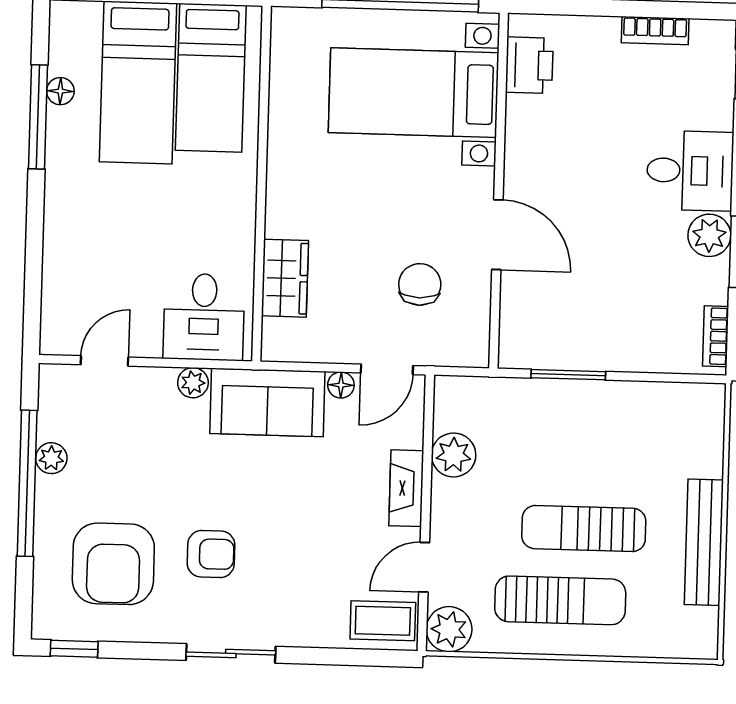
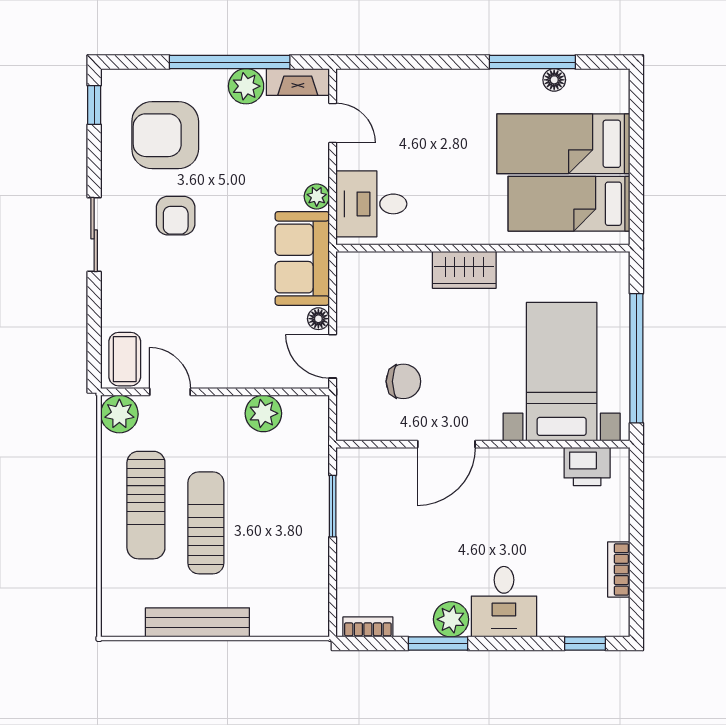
wardrobe: (285, 278) -> (464, 270), moved
plant: (51, 458) -> (246, 86), width x1.38, depth x1.38
fireplace: (406, 488) -> (298, 82), moved, turned 180

